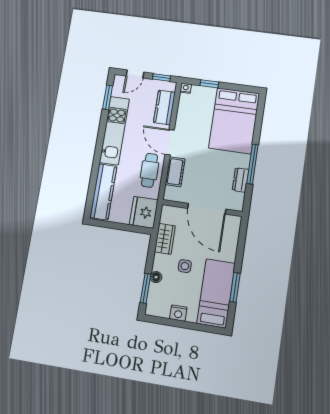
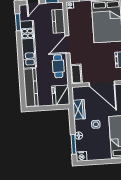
door: (170, 142) -> (67, 44), hinge flipped
cot: (175, 172) -> (76, 74), moved
nightstand: (178, 313) -> (82, 156), moved

